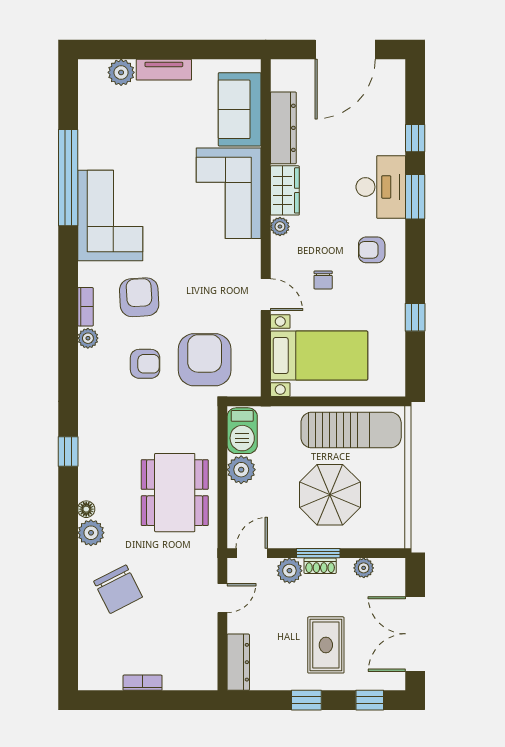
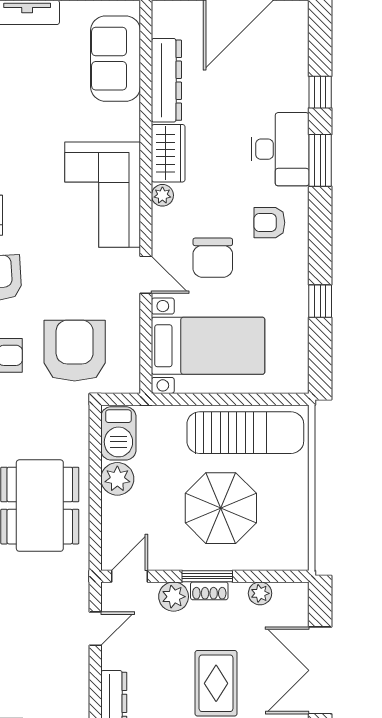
corner sofa: (229, 193) -> (103, 195), moved
chair: (323, 280) -> (213, 258), width x1.87, depth x1.87

